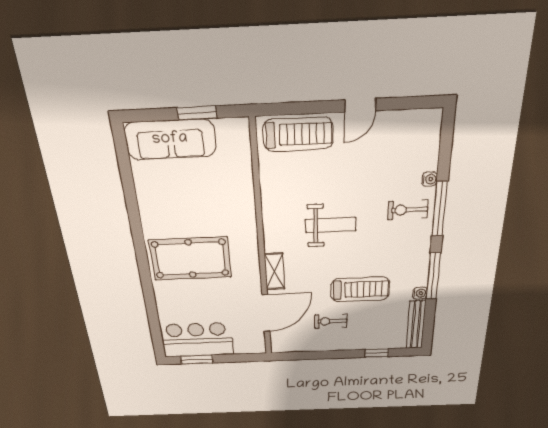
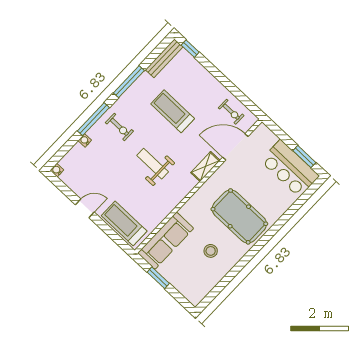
sofa: (170, 139) -> (166, 241), moved, turned 90
stool: (178, 199) -> (211, 251), added
exercise bike: (408, 210) -> (119, 127), moved
water cooler: (420, 293) -> (57, 170), moved
exercise bike: (331, 321) -> (231, 112), moved
window: (377, 353) -> (190, 49), moved

